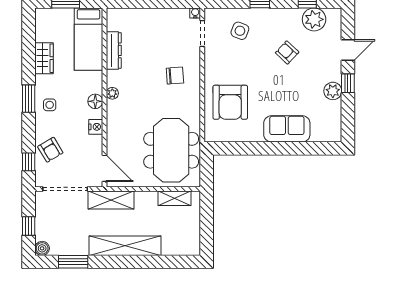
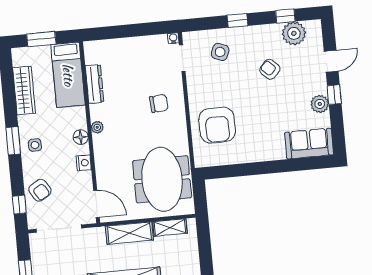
wardrobe: (44, 58) -> (24, 90), width x1.50
sofa: (287, 129) -> (309, 144), moved
shelving: (111, 200) -> (129, 233), moved

